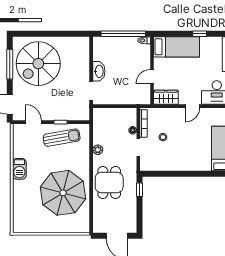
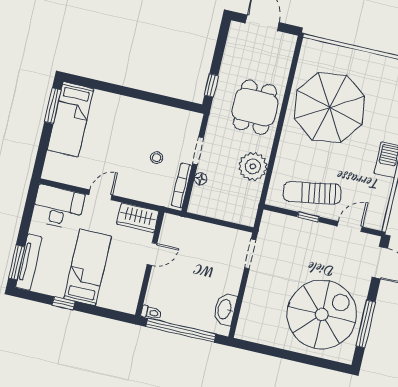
bed: (177, 47) -> (88, 267), moved, turned 90
washbasin: (99, 71) -> (225, 309), moved
door: (33, 122) -> (350, 227), swing flipped
plant: (98, 150) -> (253, 166), width x1.88, depth x1.88

